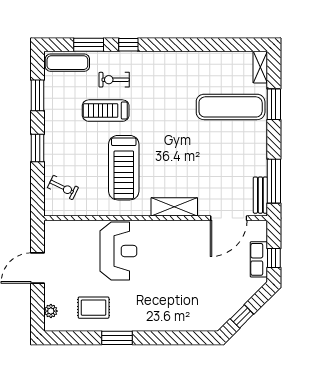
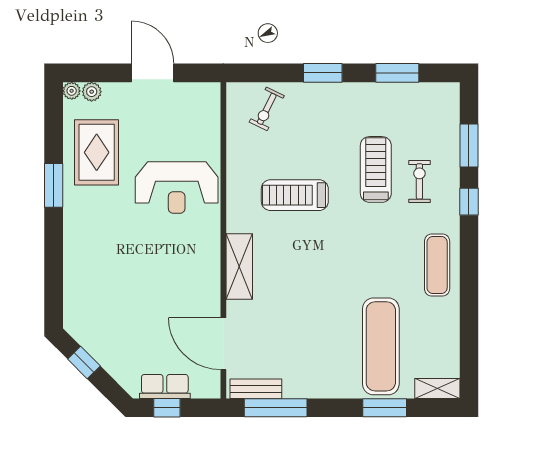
exercise mat: (67, 63) -> (437, 265), moved
treadmill: (124, 168) -> (295, 195), width x0.73, depth x0.73
rug: (94, 308) -> (97, 152), width x1.36, depth x1.43
plant: (50, 325) -> (72, 91), added

